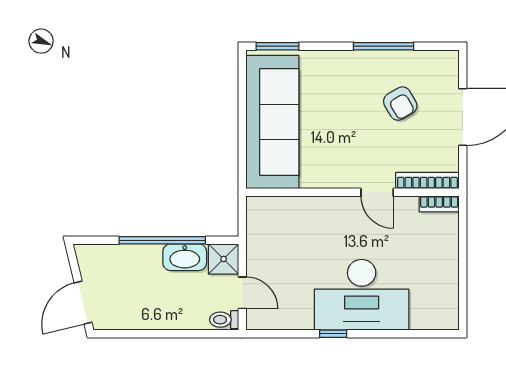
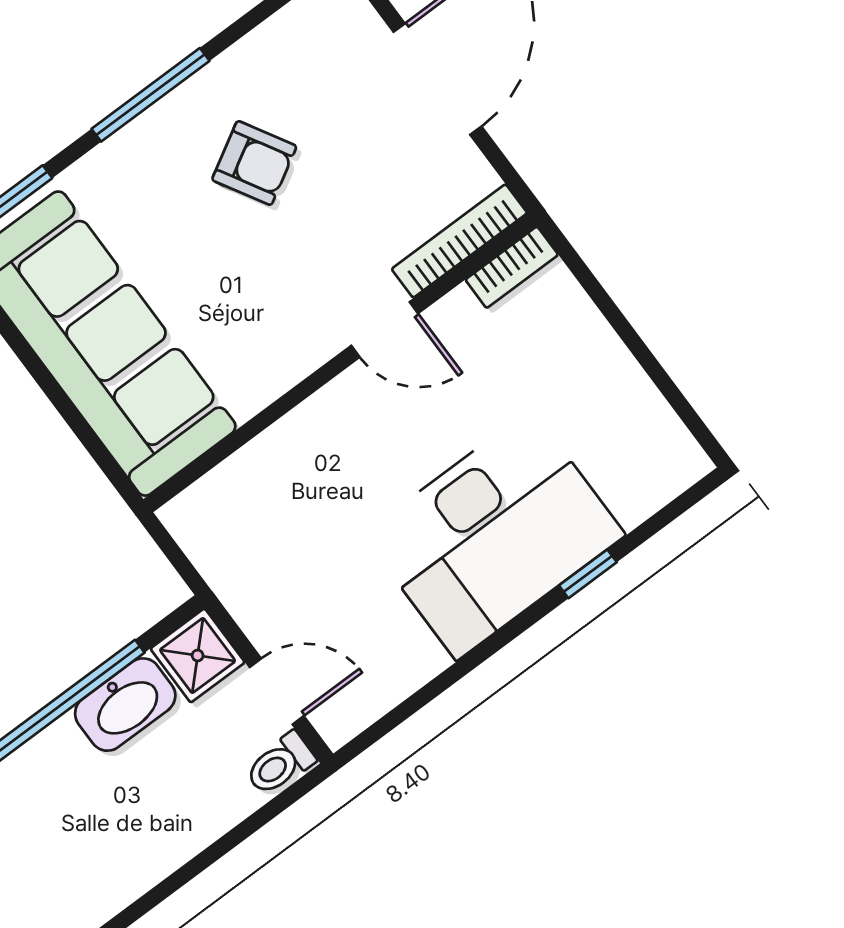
window: (384, 46) -> (150, 95), moved
armchair: (400, 104) -> (254, 163), moved
window: (333, 334) -> (588, 574), moved

